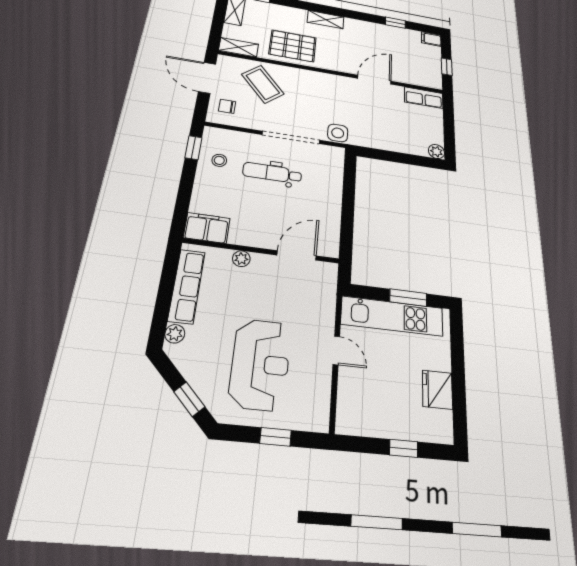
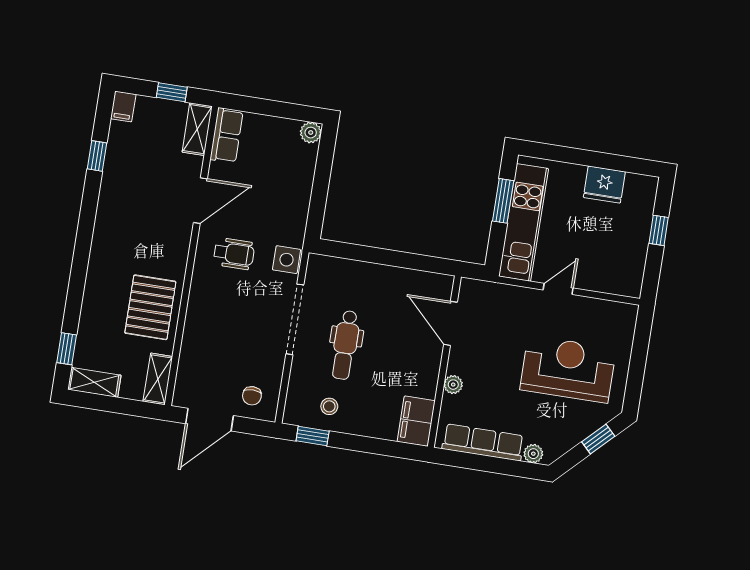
shelving: (326, 20) -> (197, 129), moved
door: (374, 80) -> (200, 201), swing flipped
coffee table: (263, 84) -> (216, 350), removed
wheelchair: (338, 99) -> (234, 254), added
window: (275, 437) -> (639, 357), removed

